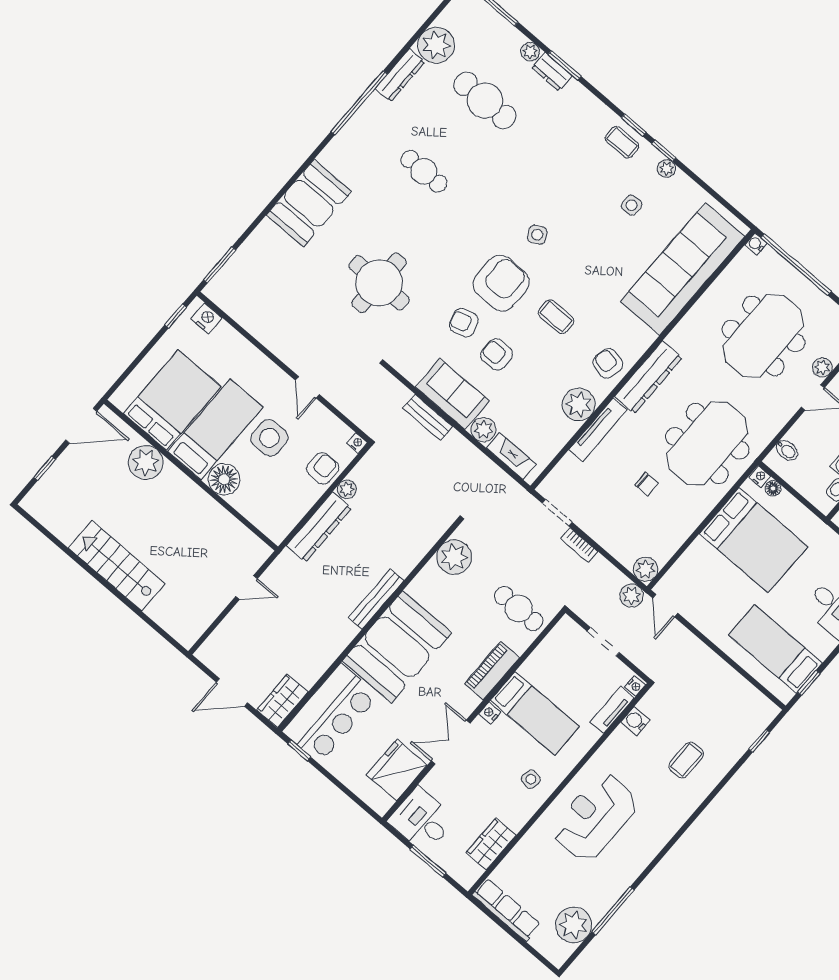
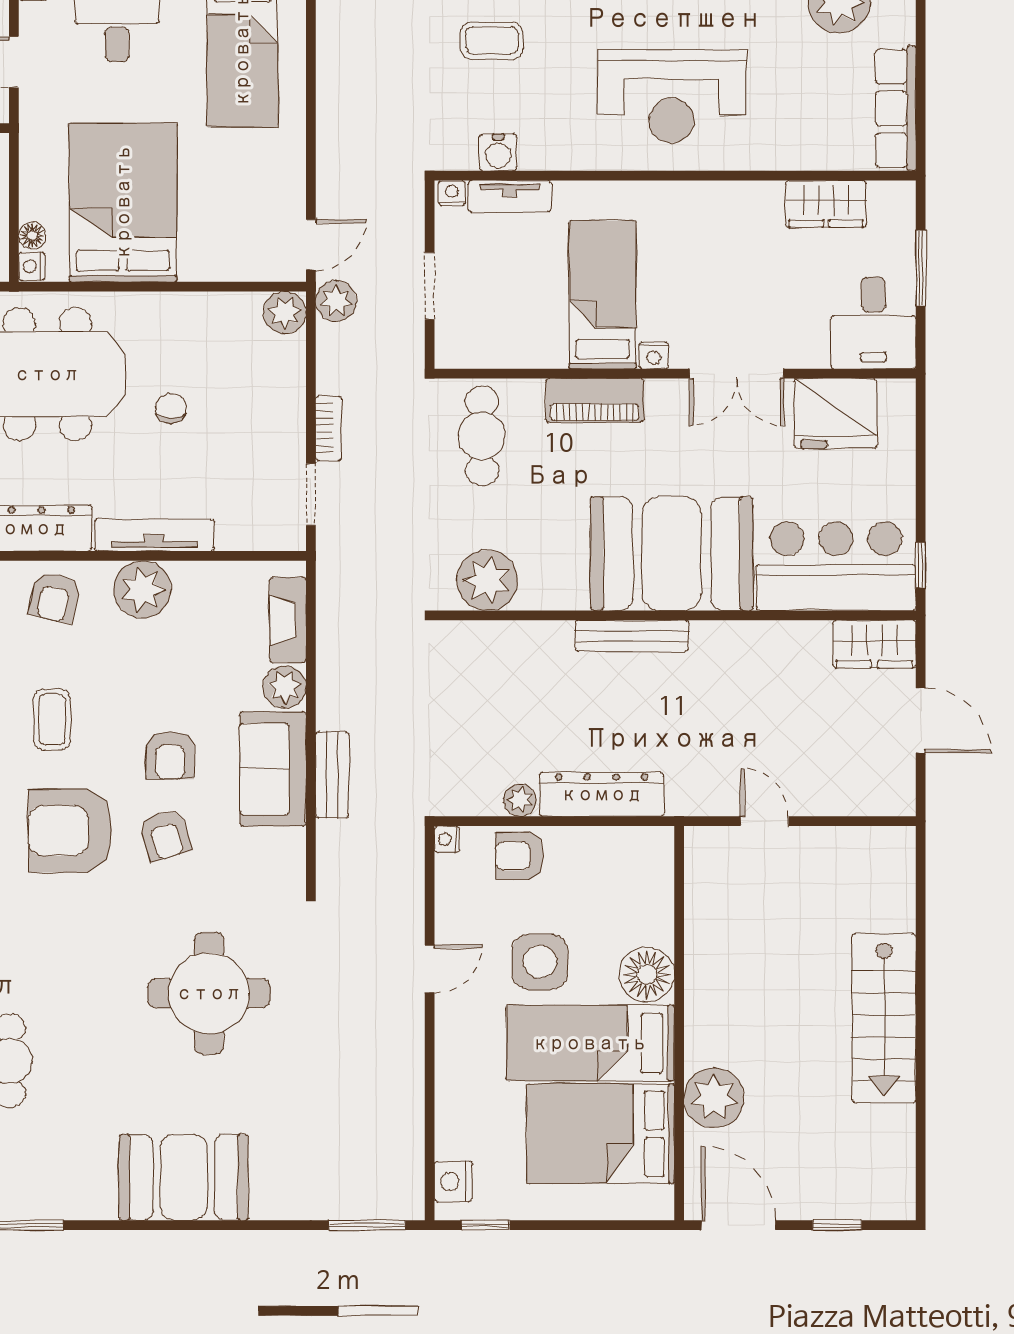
side table: (531, 779) -> (694, 225), removed

